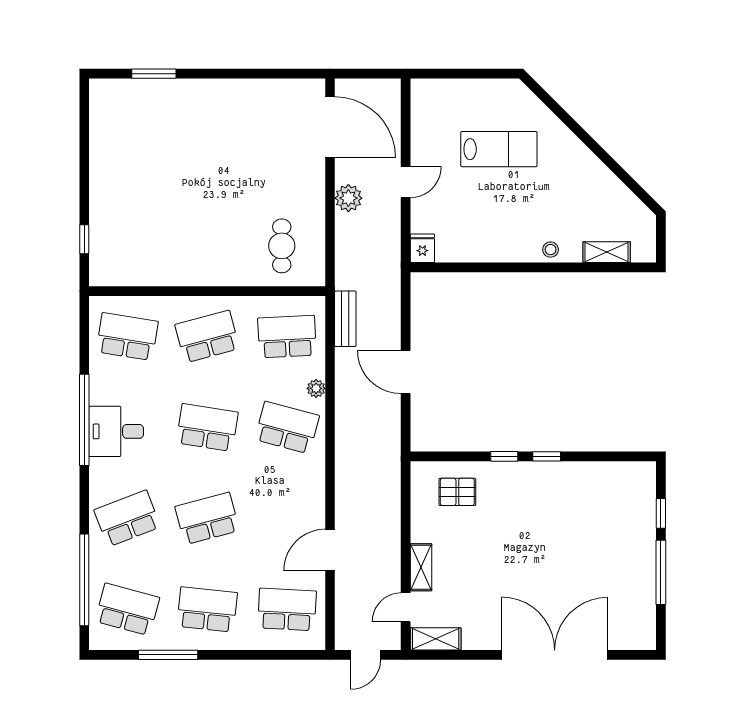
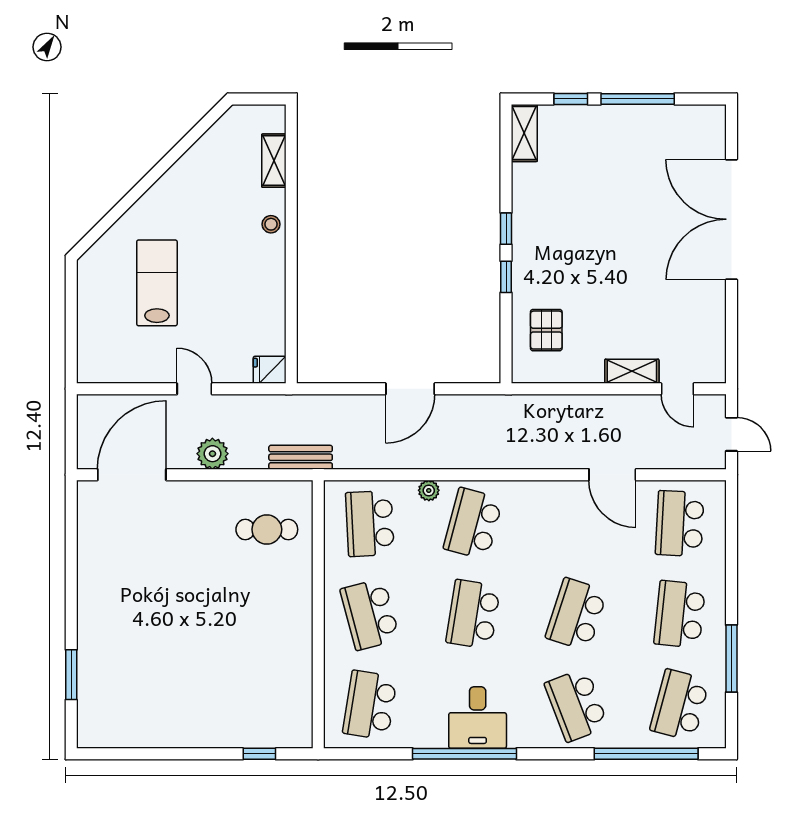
bench: (345, 319) -> (301, 457), moved
school desk: (207, 518) -> (576, 614), turned 33
shelving: (436, 639) -> (524, 133), moved

